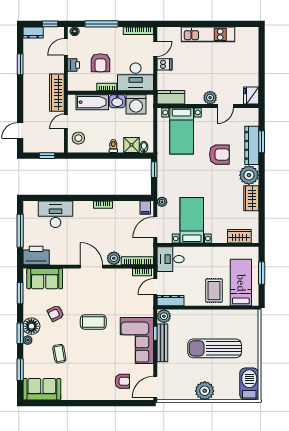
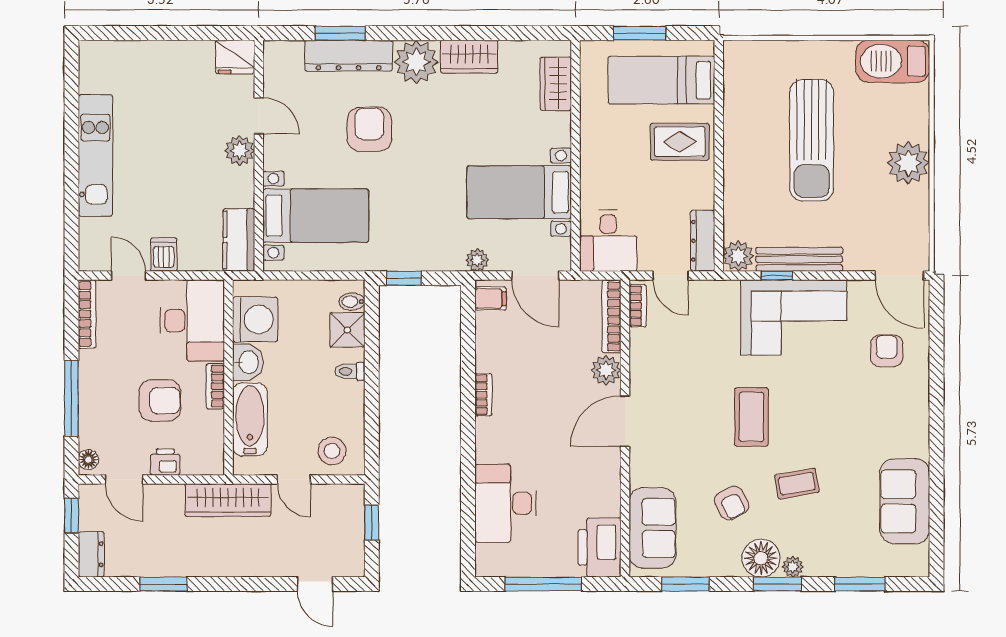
coffee table: (59, 354) -> (797, 484), moved
sofa: (42, 389) -> (905, 501), moved

